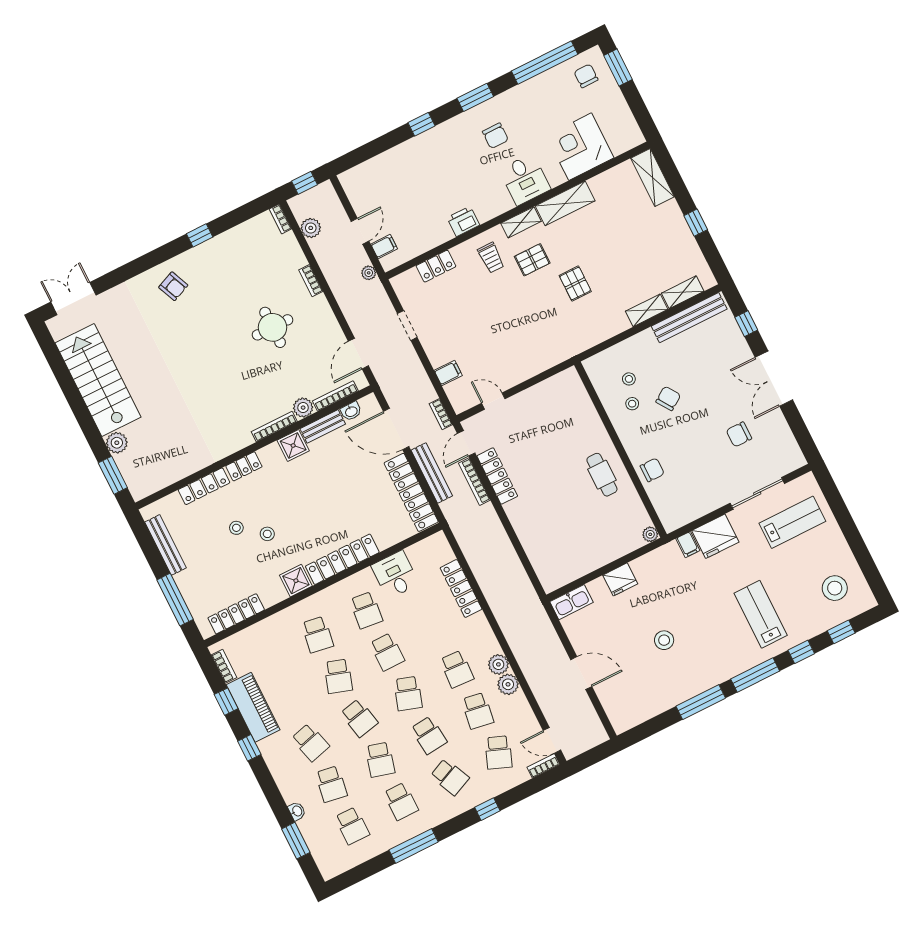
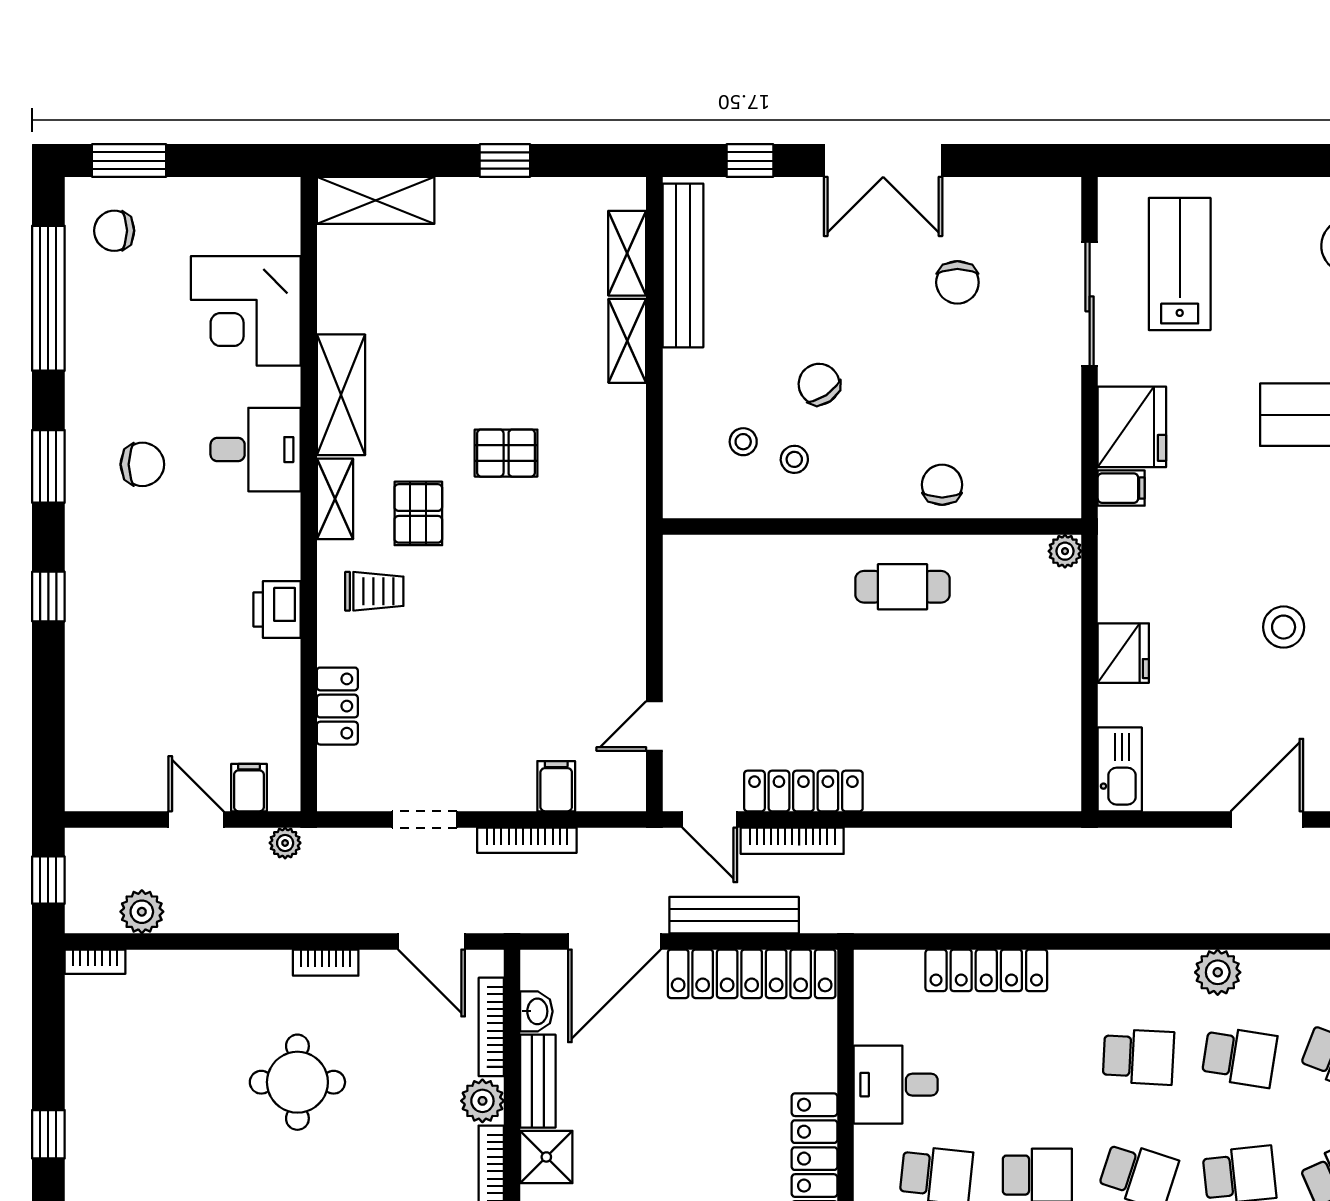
bookcase: (311, 281) -> (326, 963), moved
bookcase: (441, 414) -> (527, 840), moved, width x1.56
plant: (498, 664) -> (1170, 972), removed

